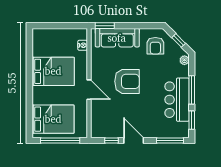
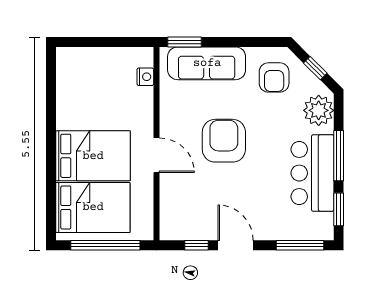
plant: (184, 60) -> (319, 110), width x1.88, depth x1.88
bed: (53, 71) -> (93, 156), moved
armchair: (127, 81) -> (224, 141), turned -90

